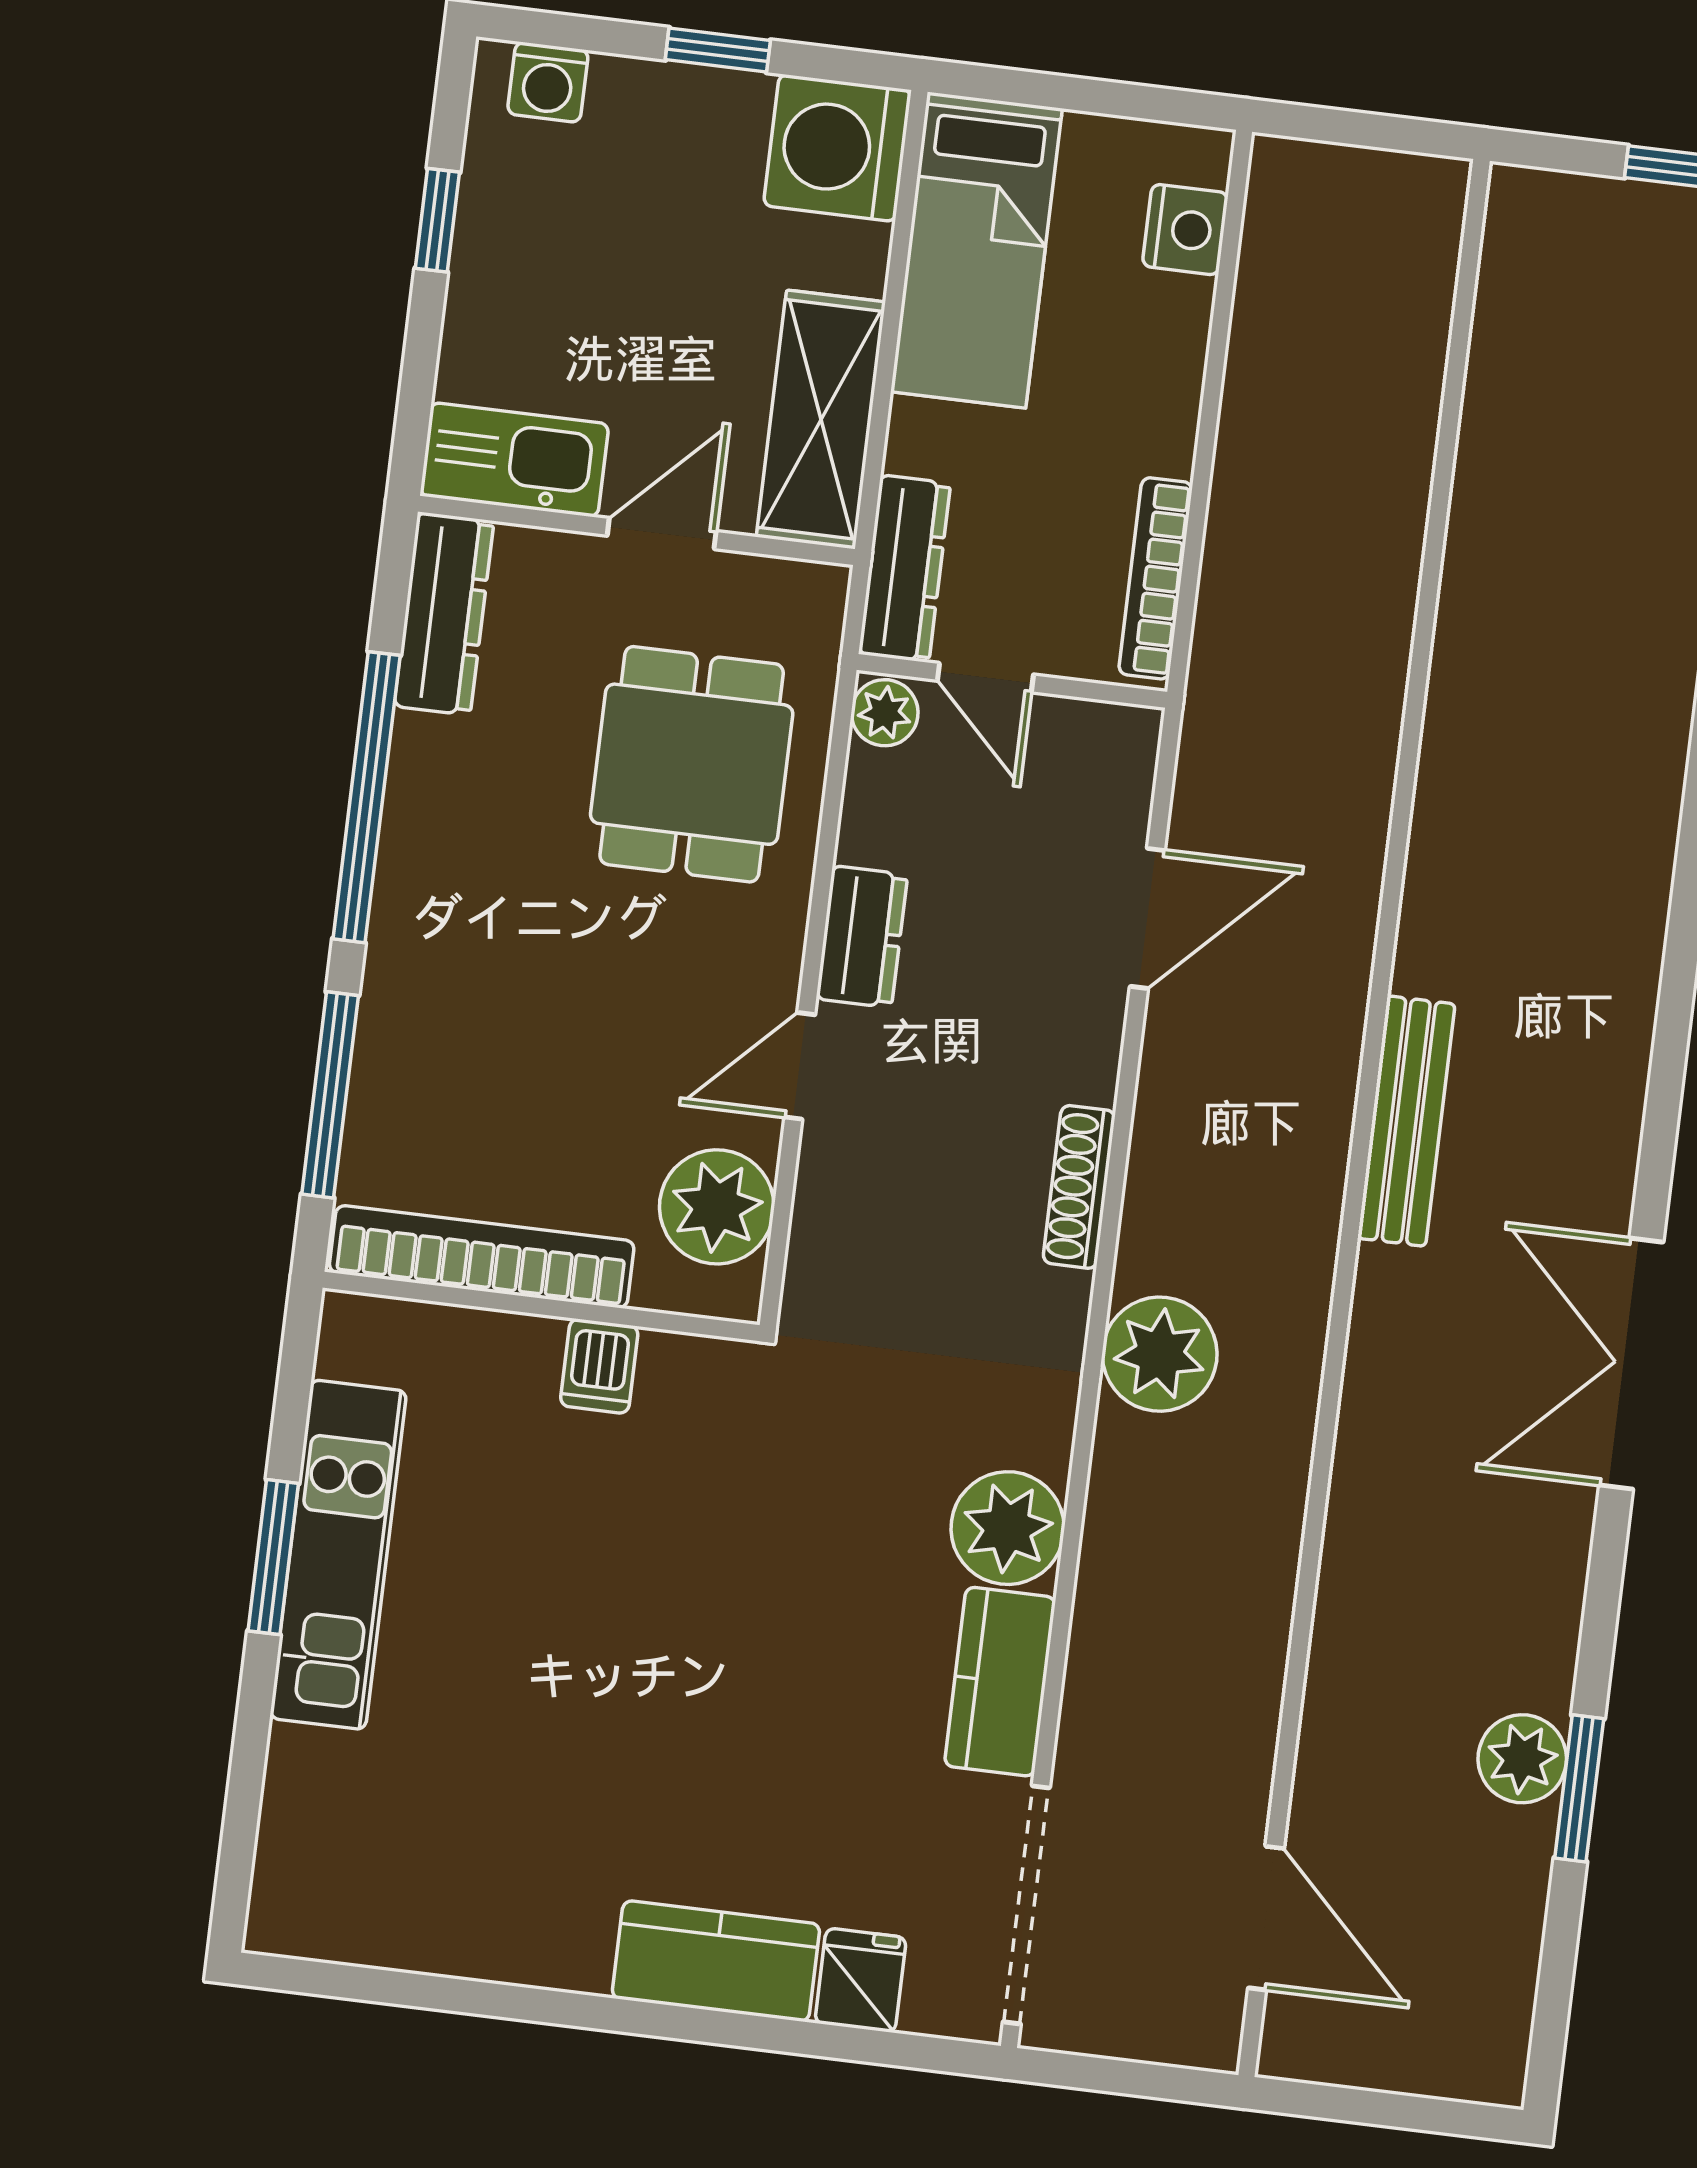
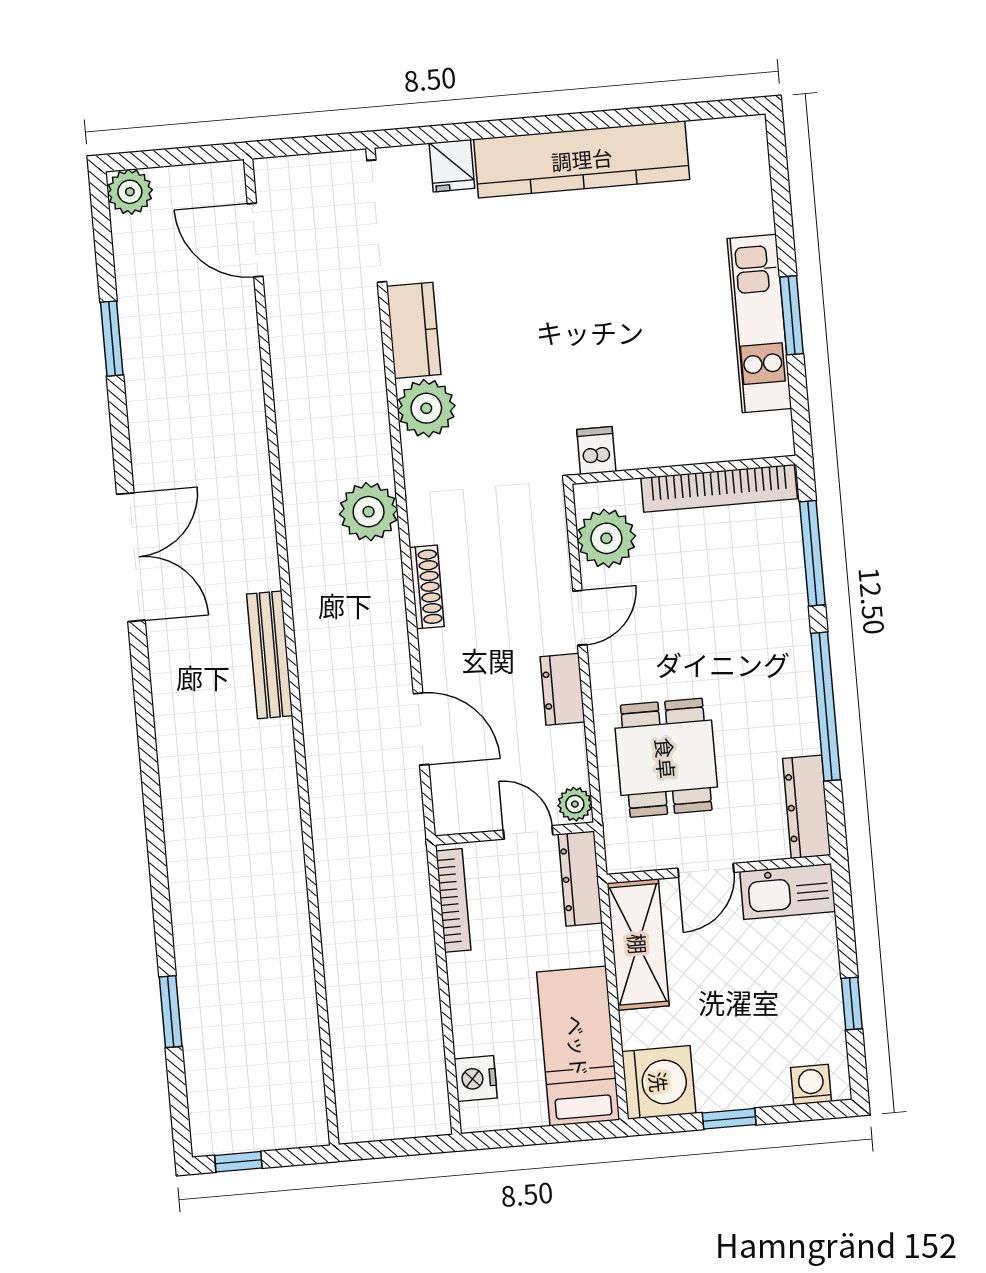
door: (1147, 918) -> (421, 729), swing flipped
dishwasher: (599, 1366) -> (596, 450), moved
plant: (1522, 1759) -> (130, 192), moved
kitchen counter: (716, 1961) -> (582, 159), width x2.08, depth x1.17

